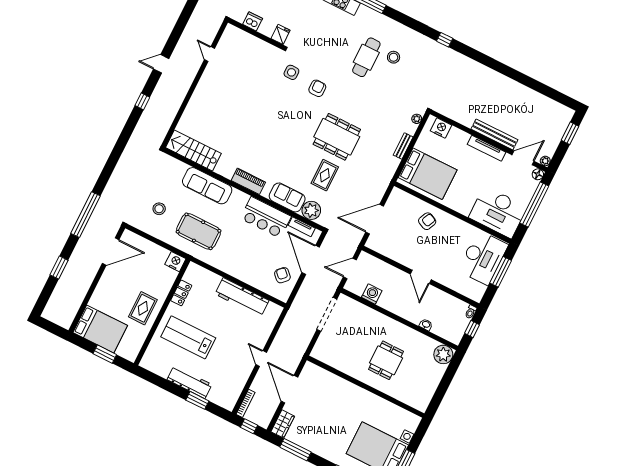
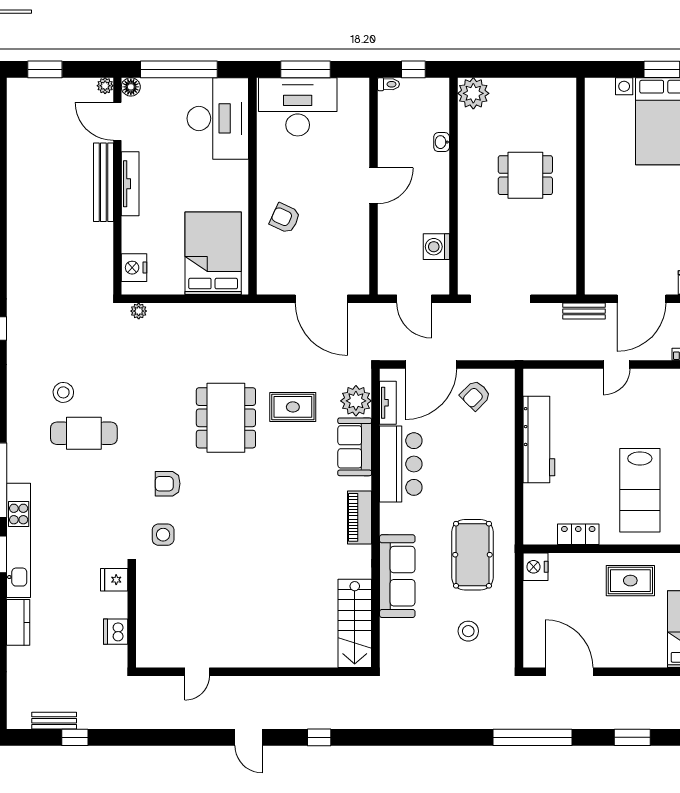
bench: (403, 146) -> (584, 311), moved

